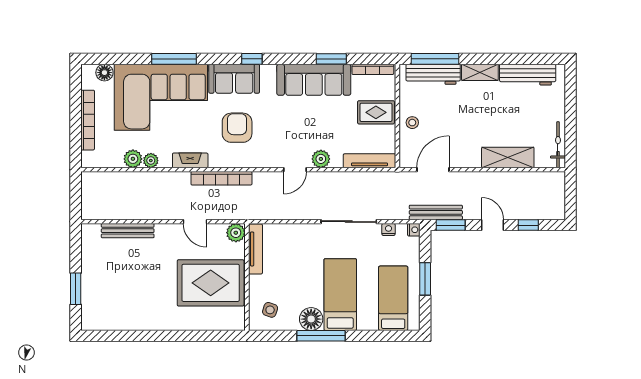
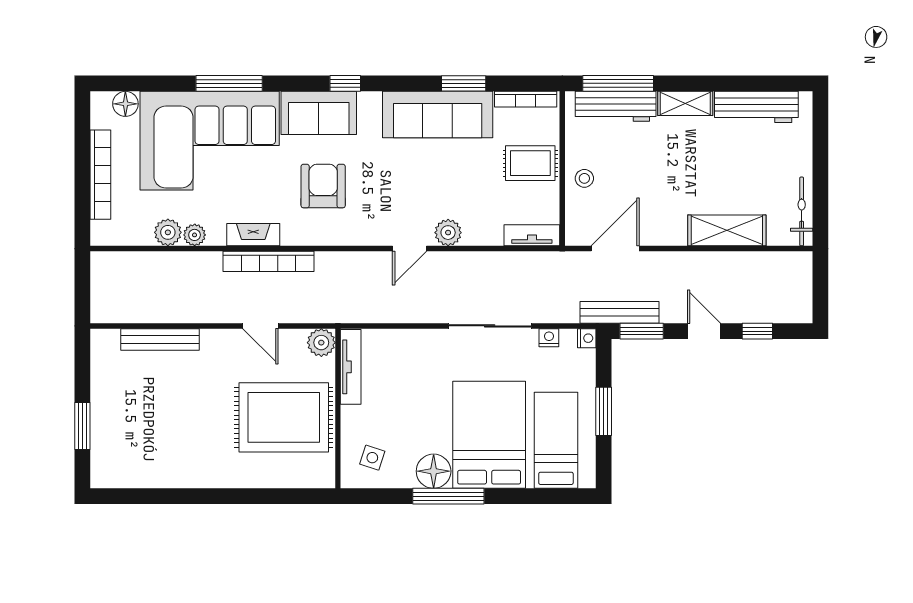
tv unit: (370, 161) -> (532, 235), width x0.71
bookcase: (221, 178) -> (268, 261), moved
bed: (340, 295) -> (489, 435), width x1.50

